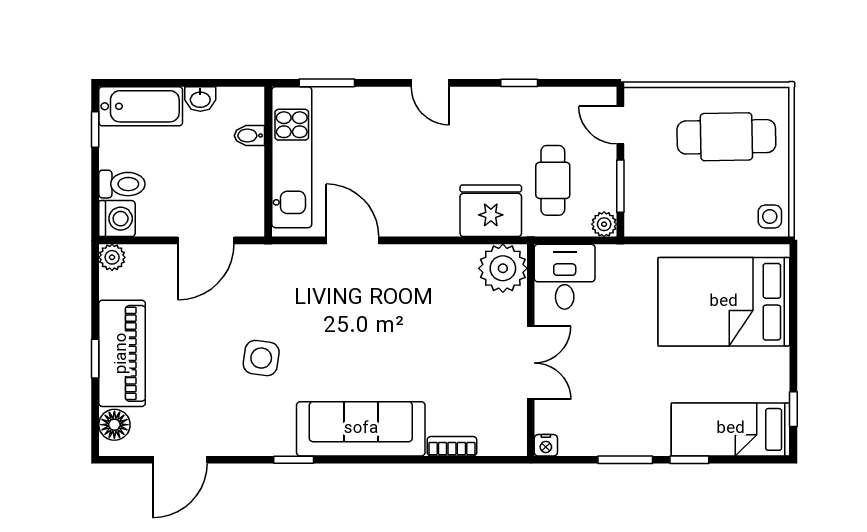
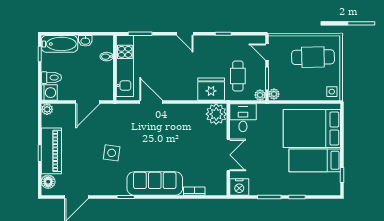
plant: (636, 222) -> (274, 94), added
bed: (731, 429) -> (315, 160), moved
nightstand: (546, 445) -> (239, 187), width x1.89, depth x1.79

